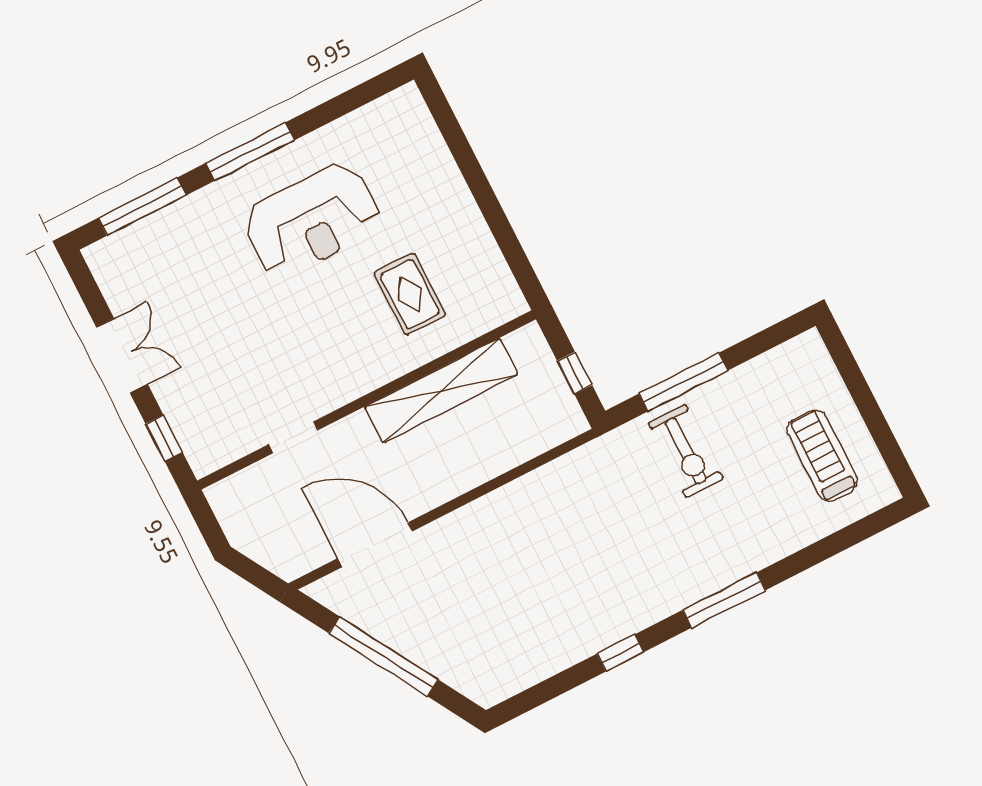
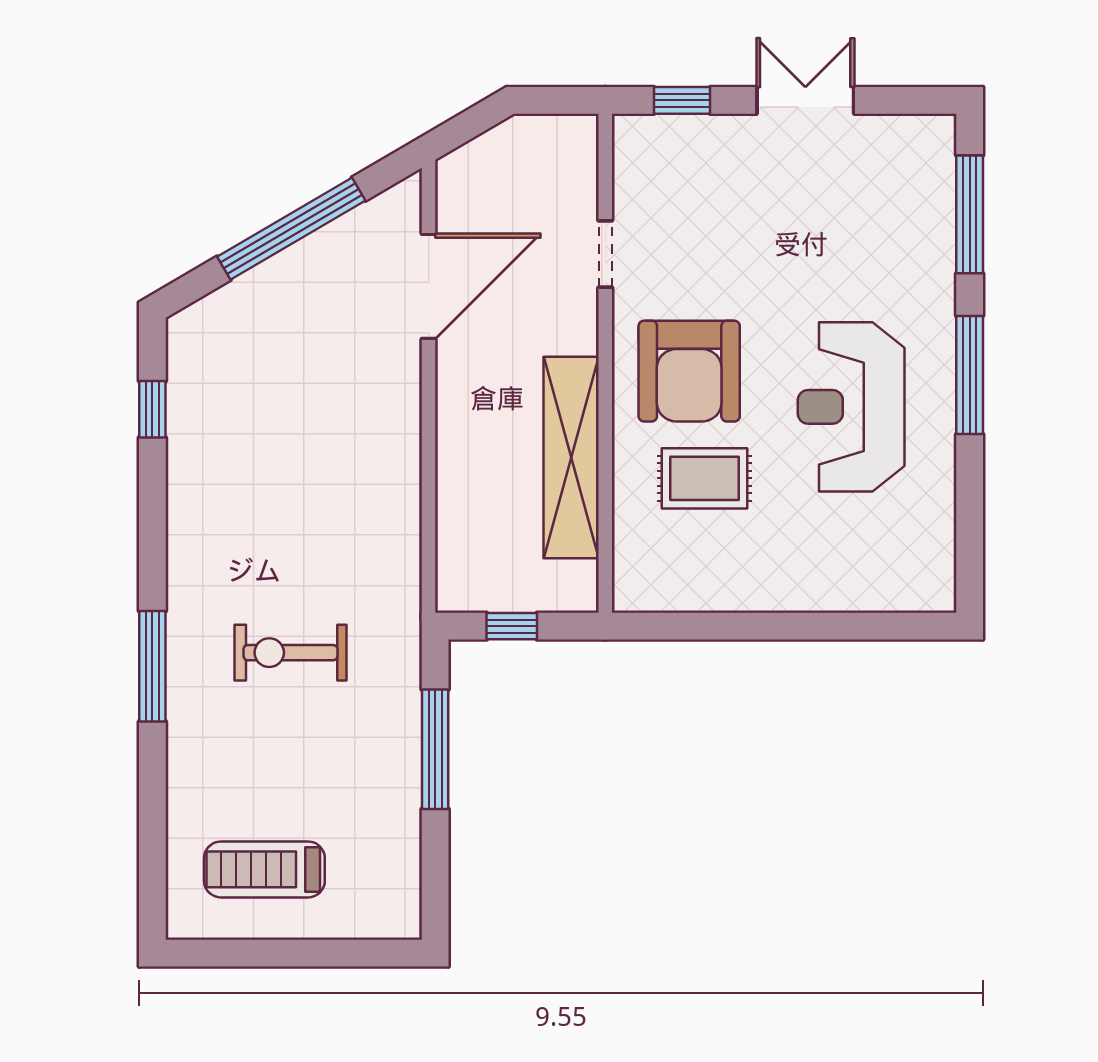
armchair: (343, 341) -> (689, 371), added
double door: (122, 356) -> (805, 100), swing flipped
exercise bike: (686, 451) -> (290, 653), moved
treadmill: (822, 456) -> (264, 869), turned 180
window: (620, 653) -> (152, 409), moved

